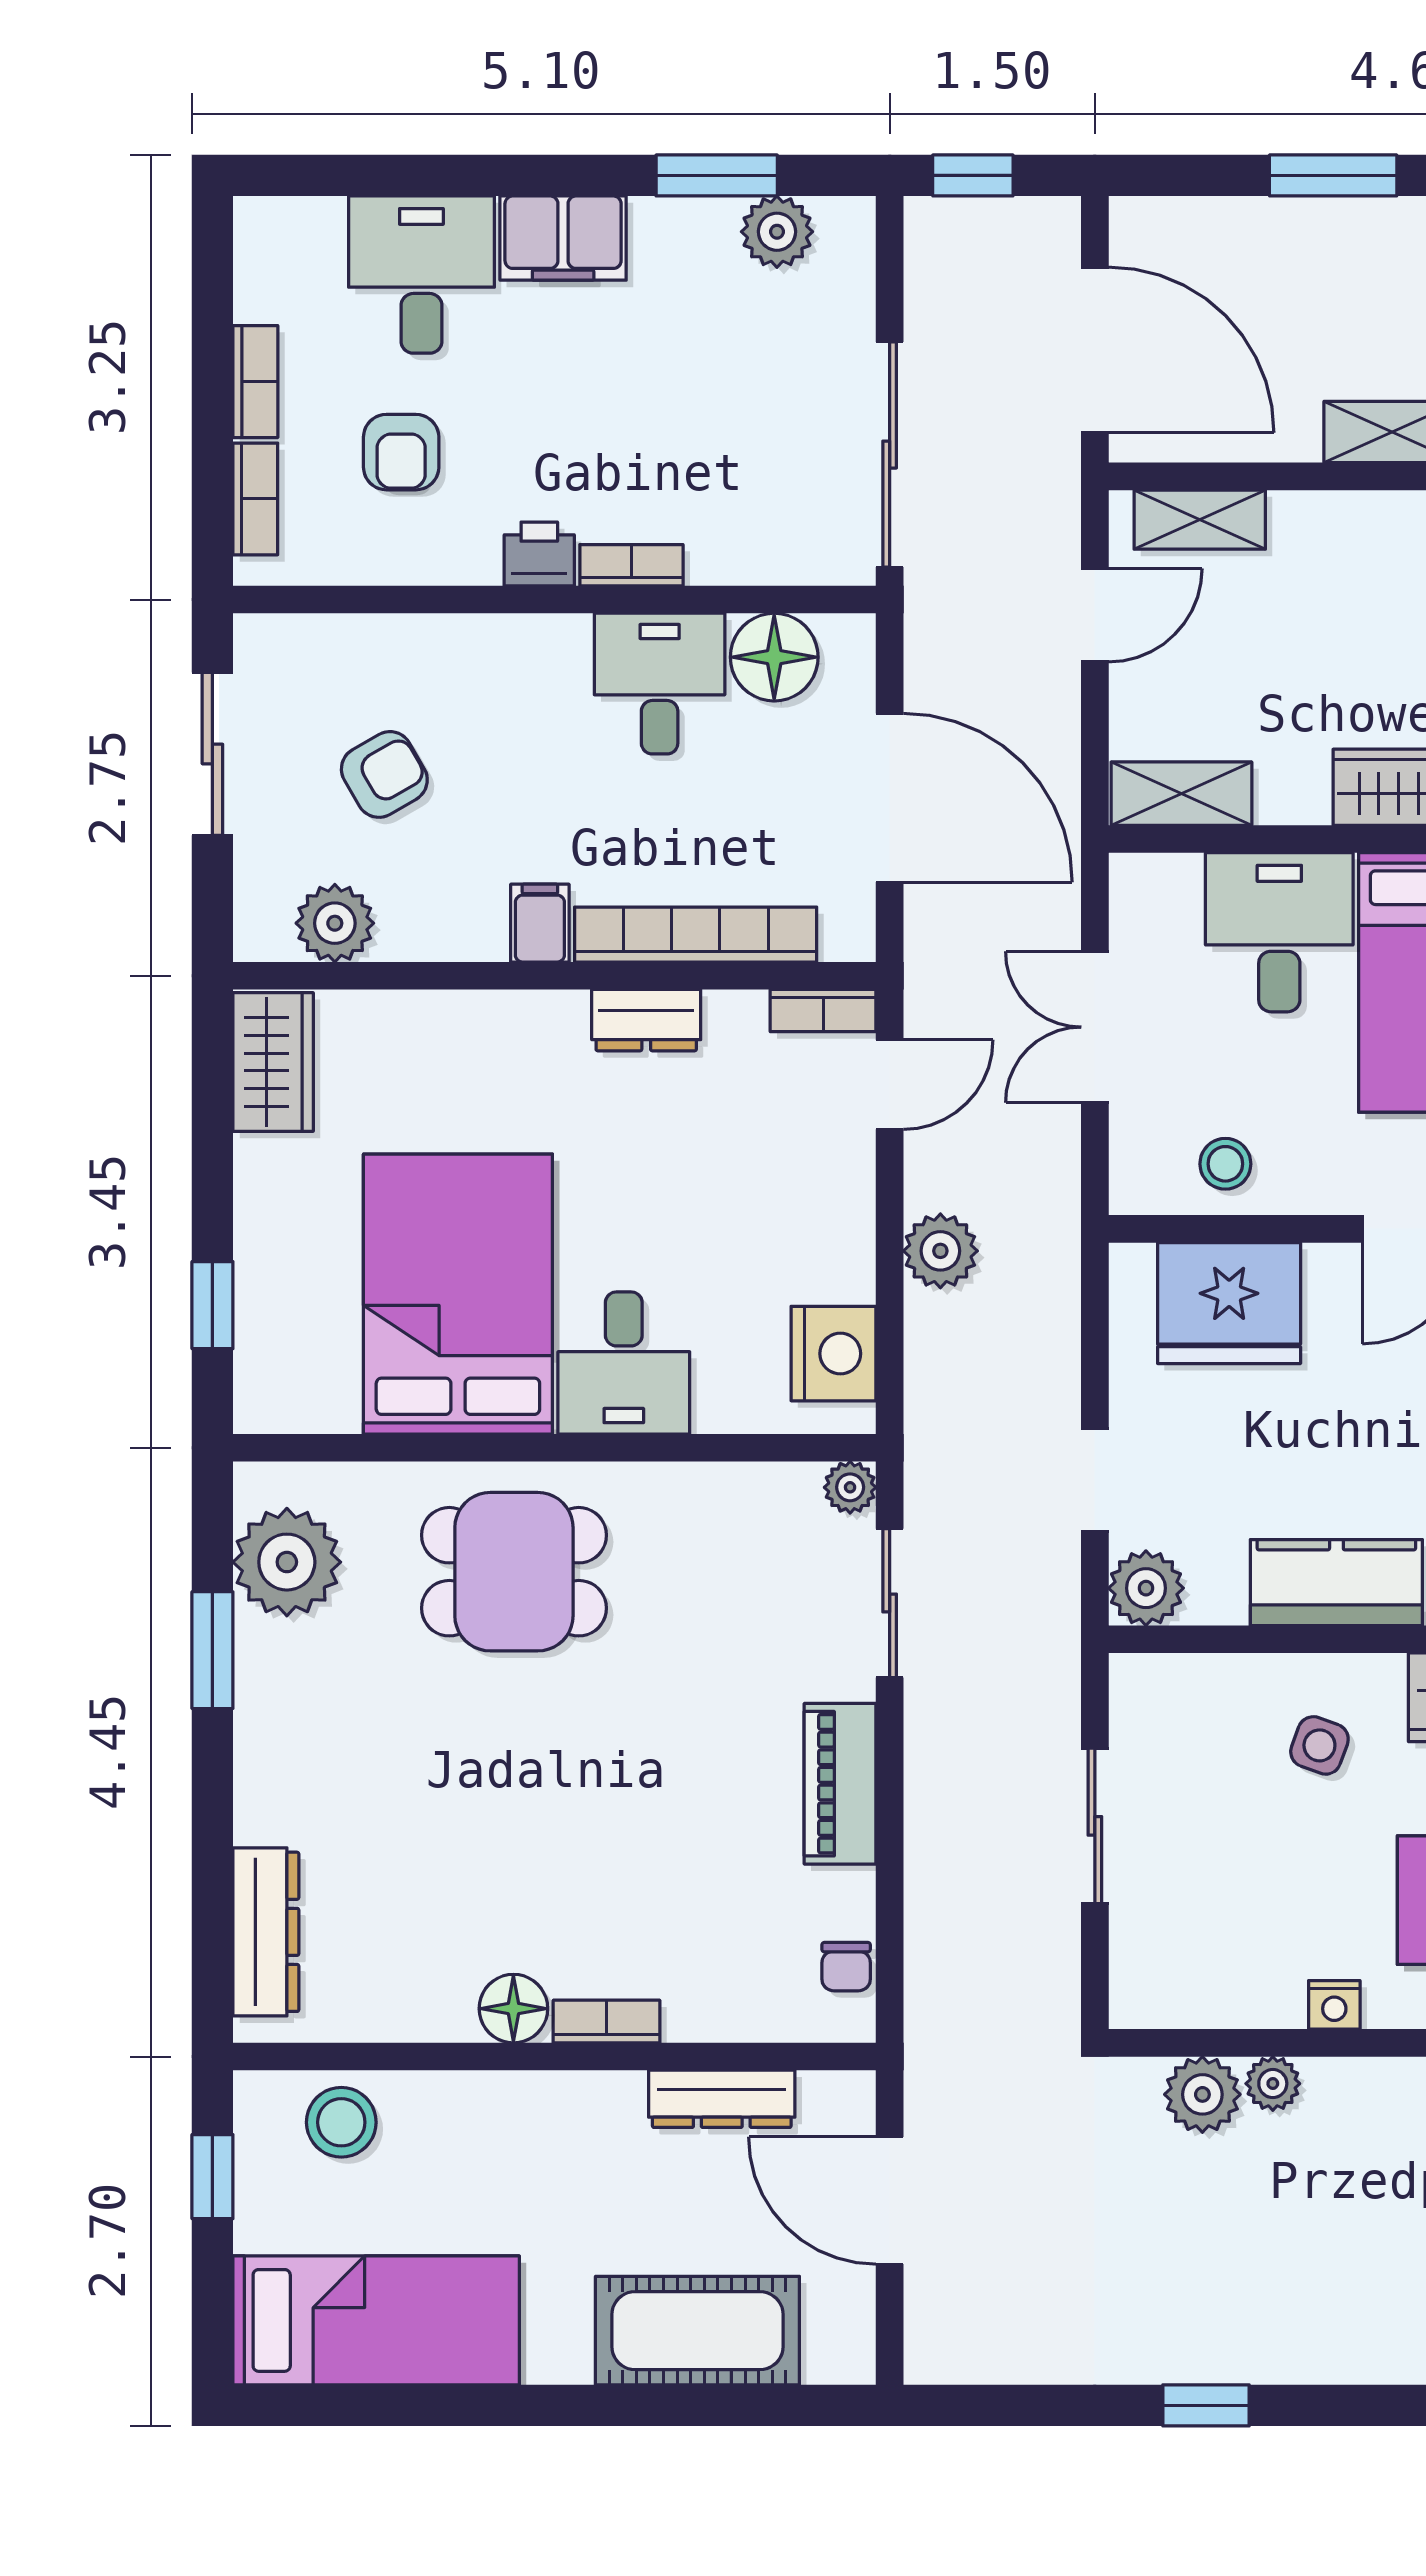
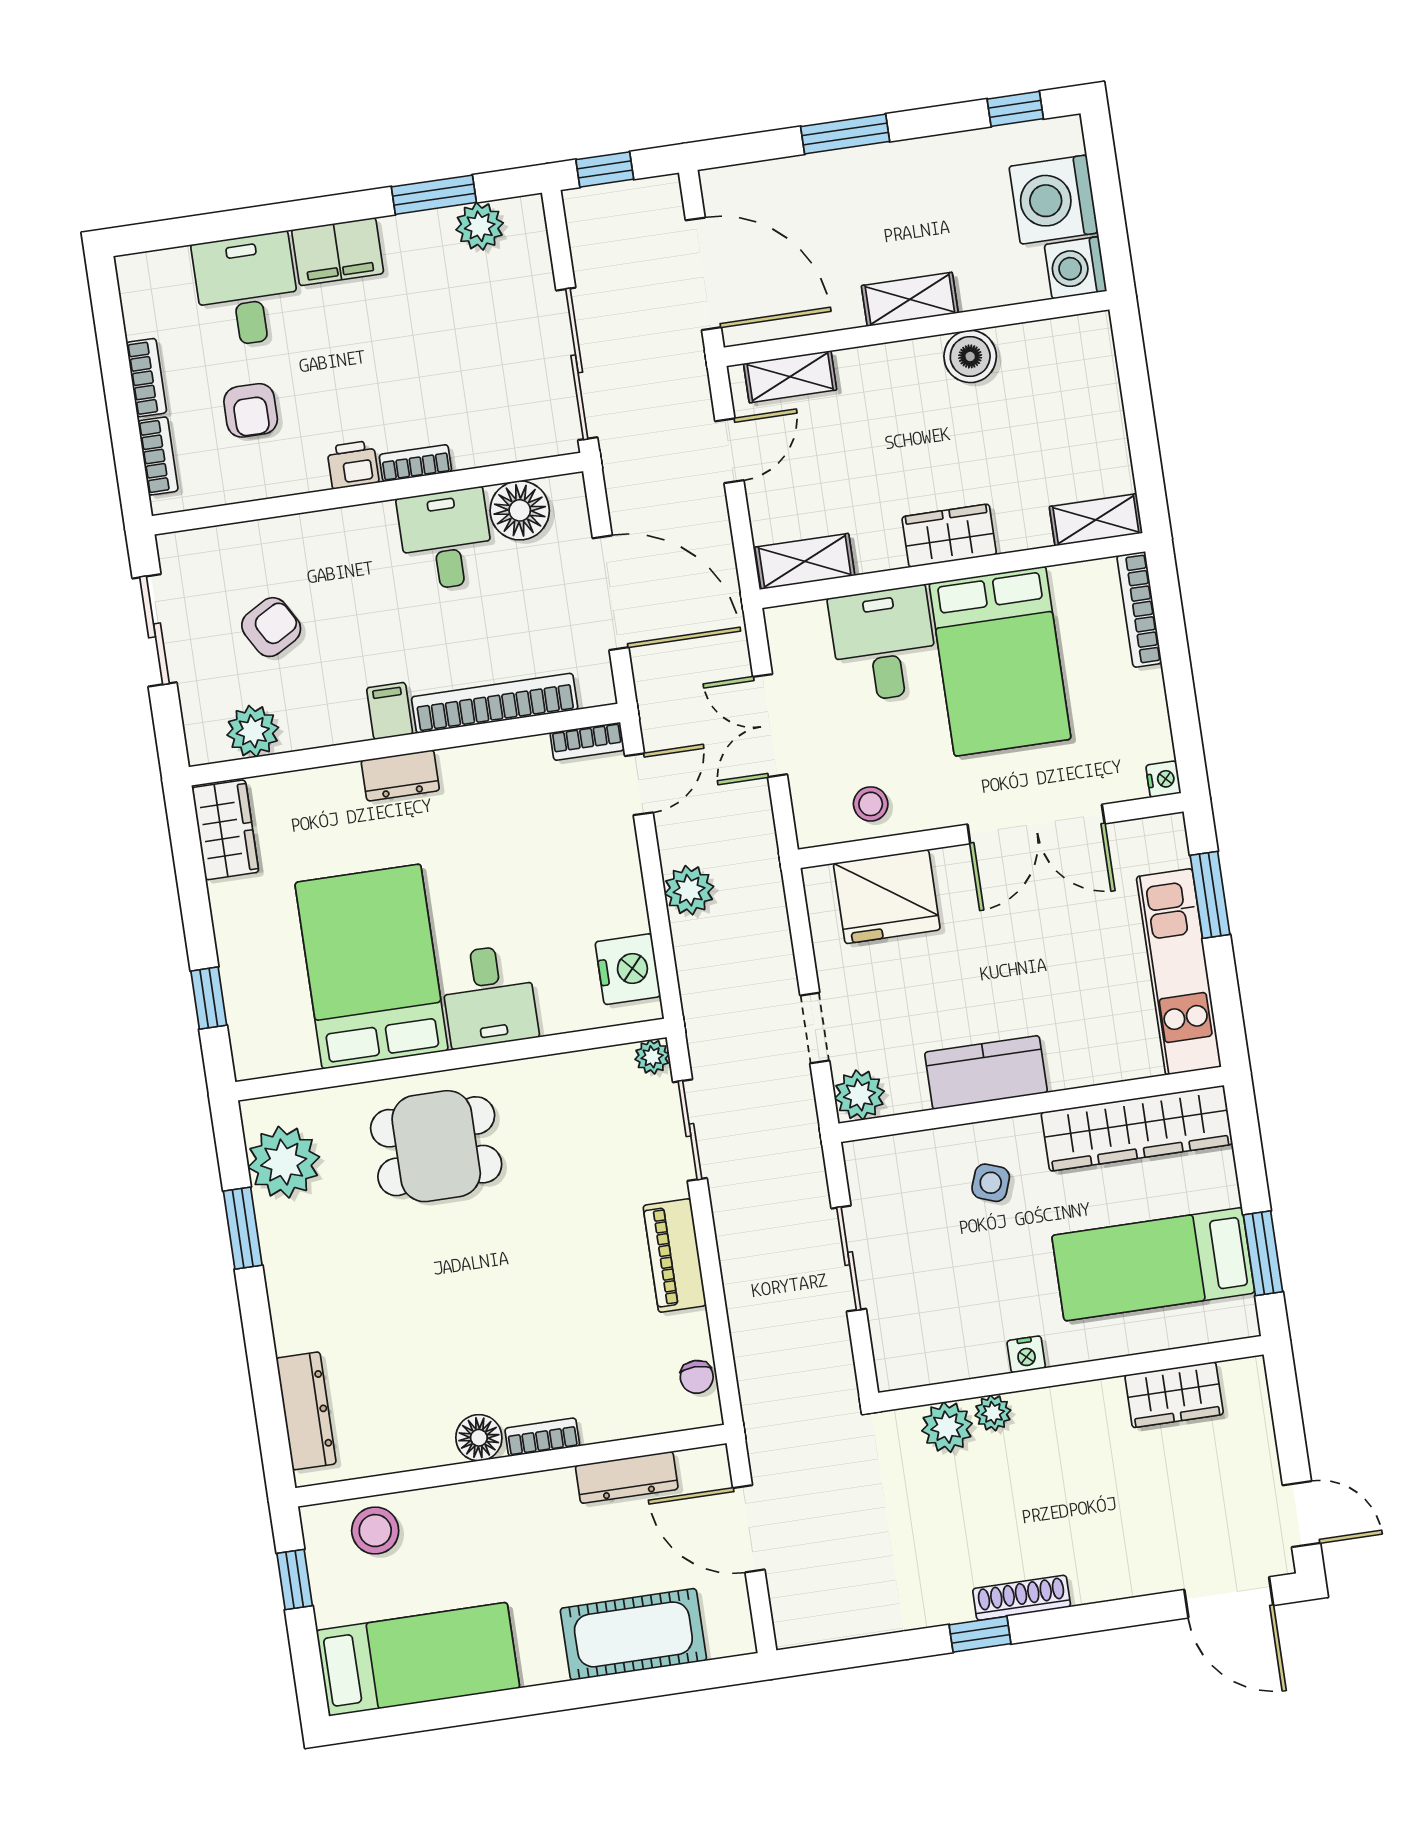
dresser: (646, 1020) -> (400, 775), moved
shoe rack: (1275, 2361) -> (1022, 1598), added

